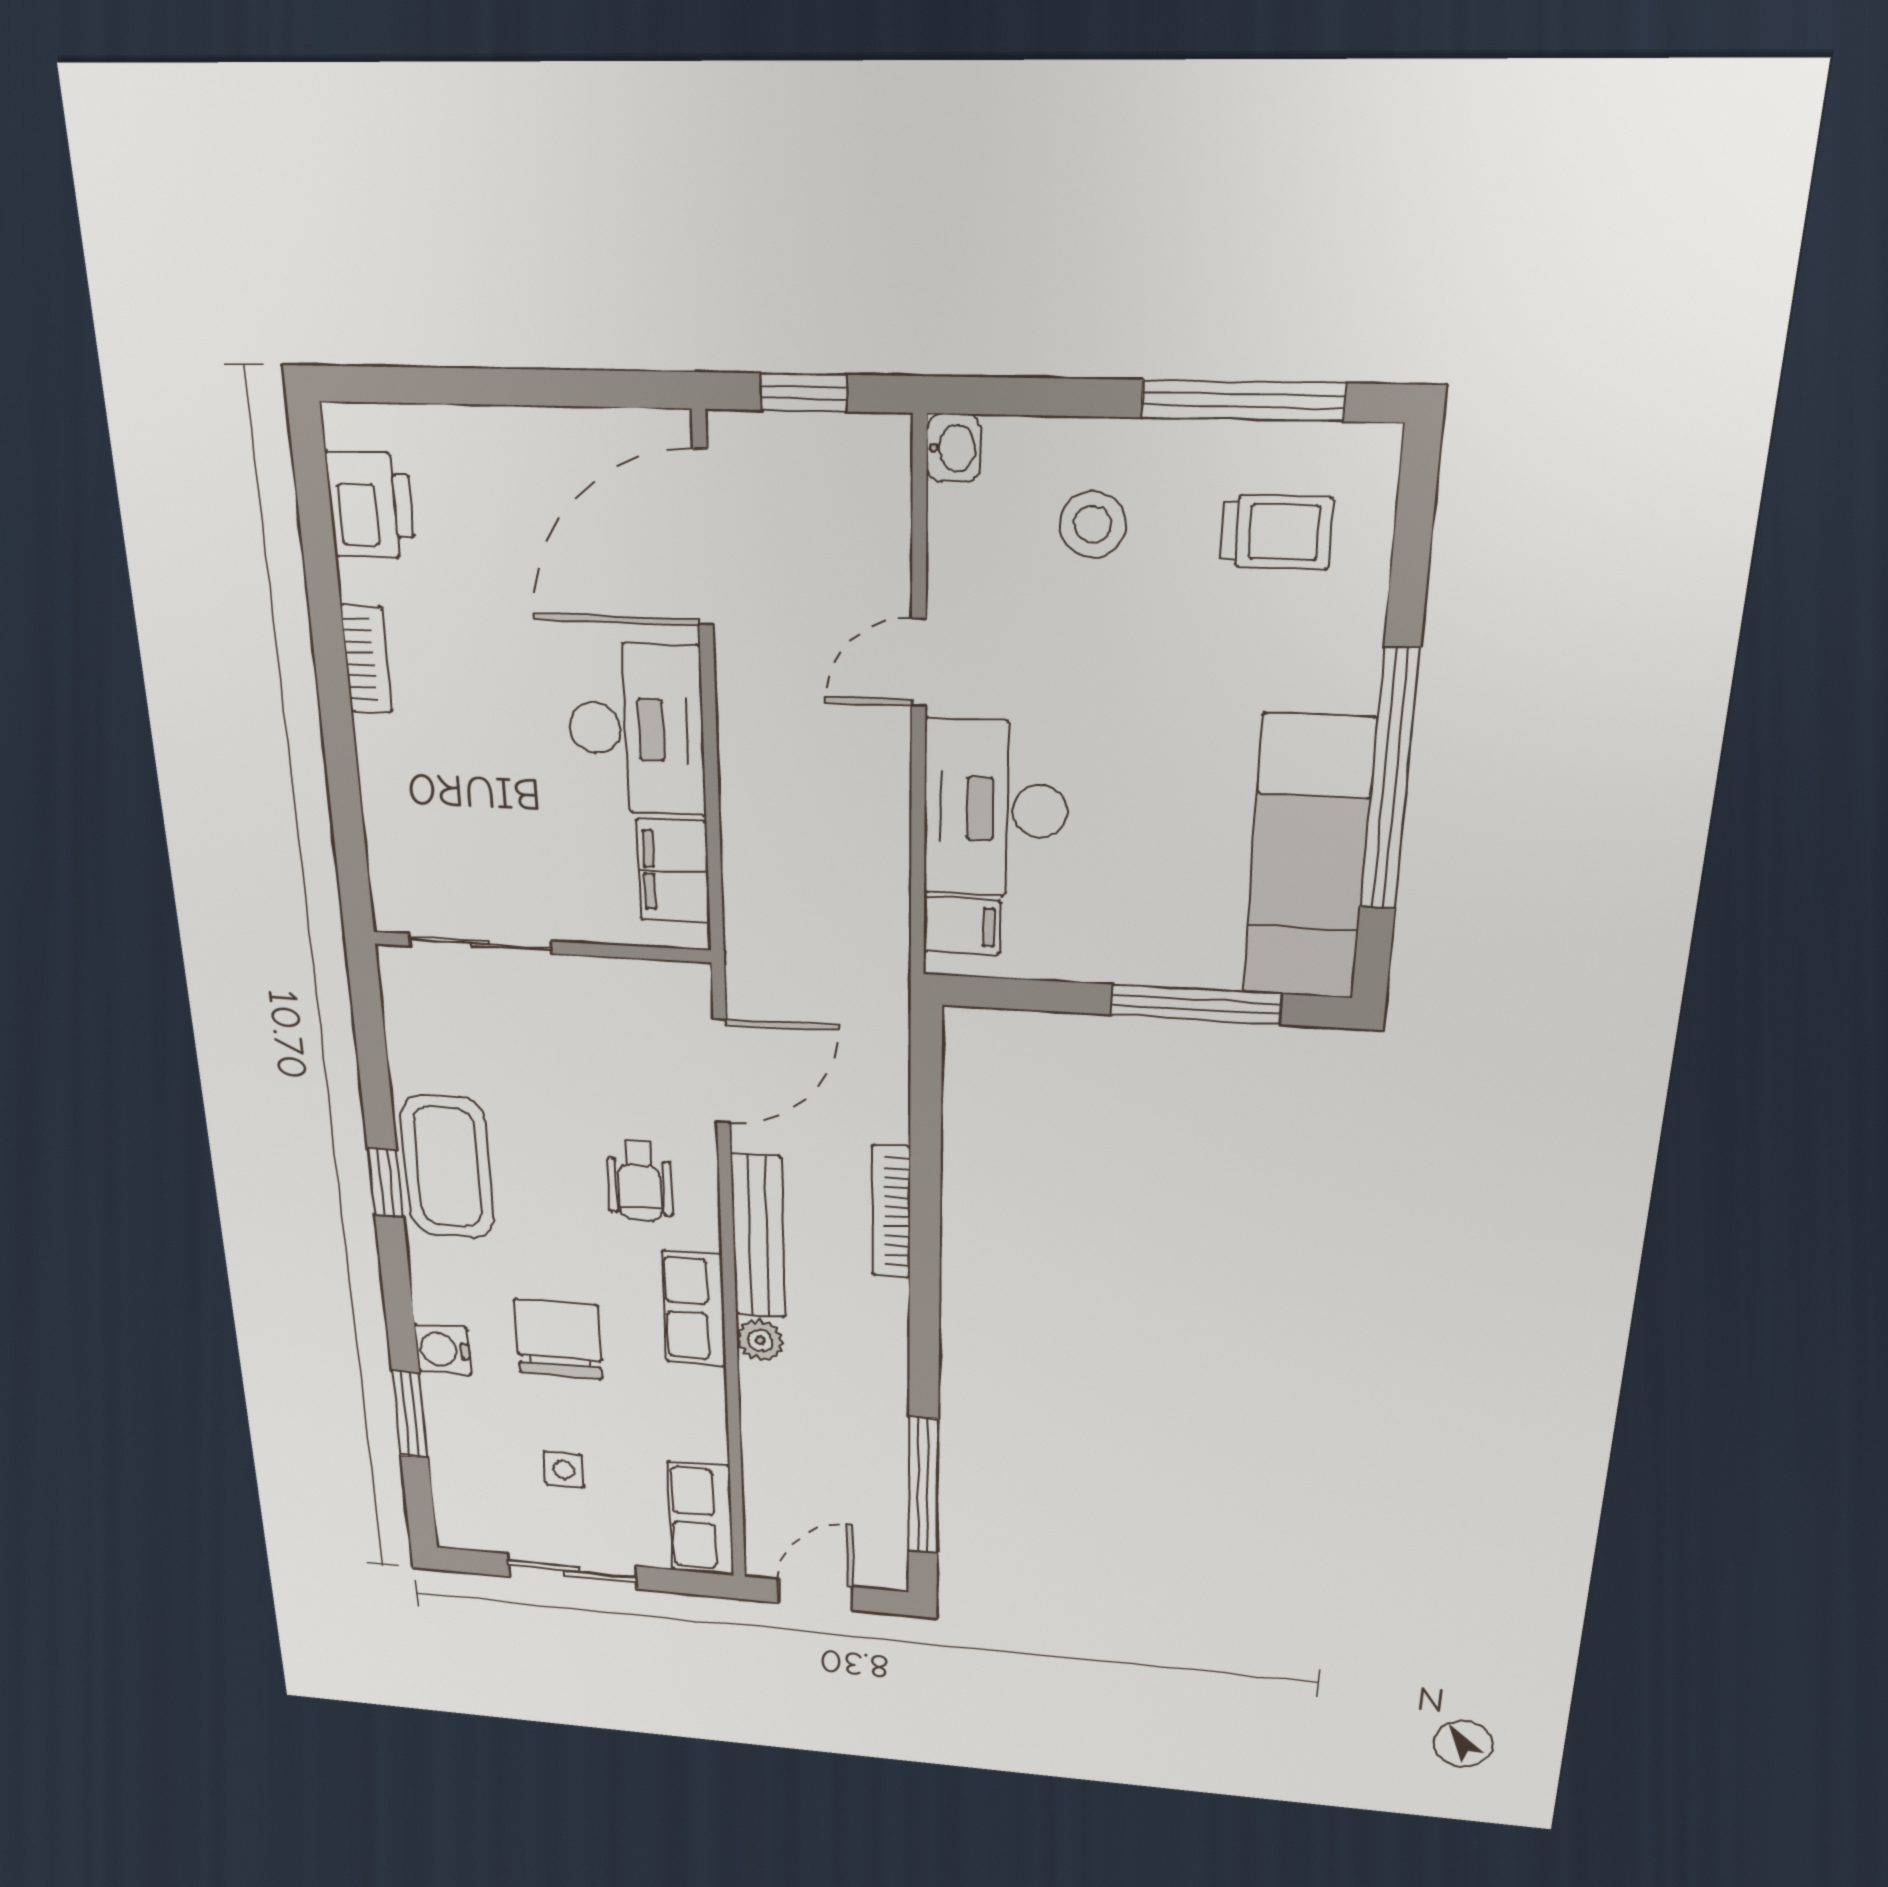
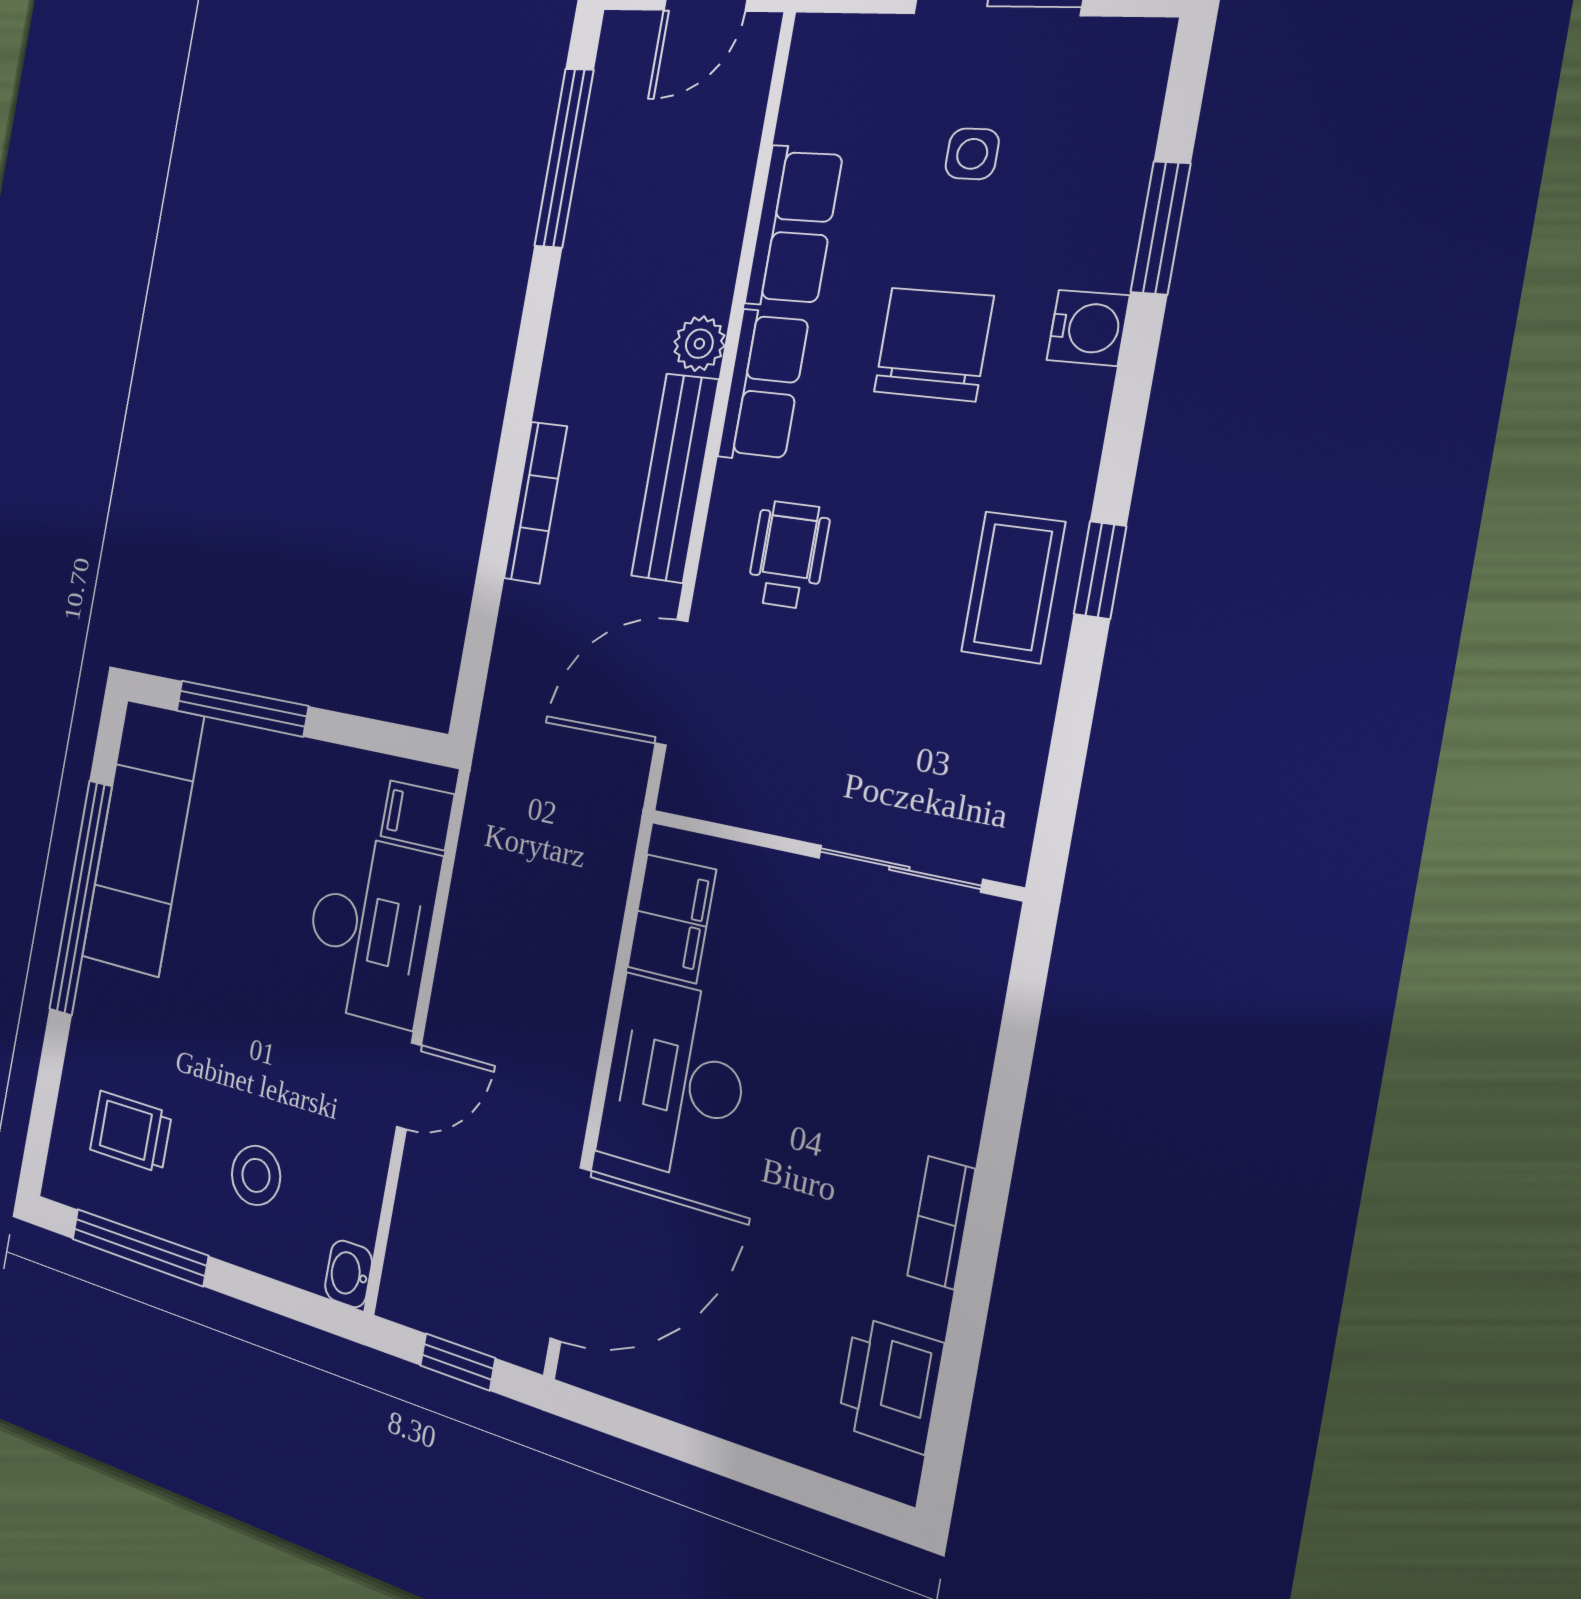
coffee table: (448, 1167) -> (1013, 587), width x0.73, depth x0.76
chair: (558, 1339) -> (933, 344), turned 180
row of seats: (701, 1519) -> (794, 227), moved

